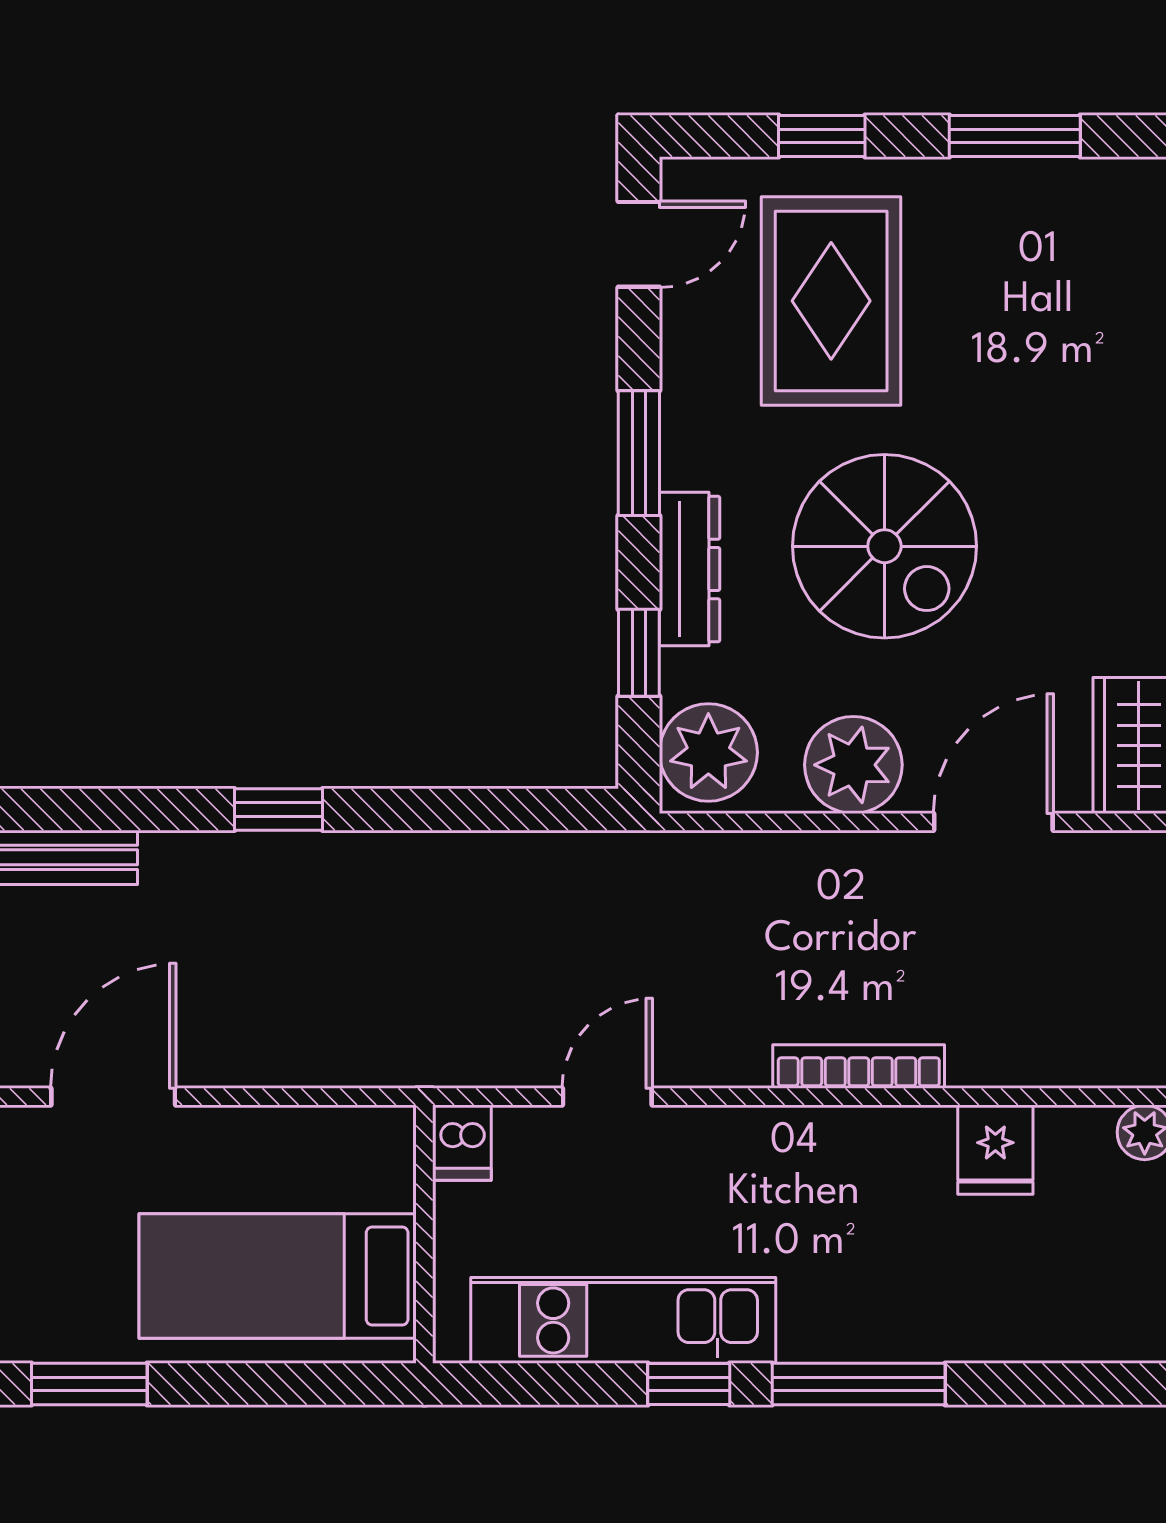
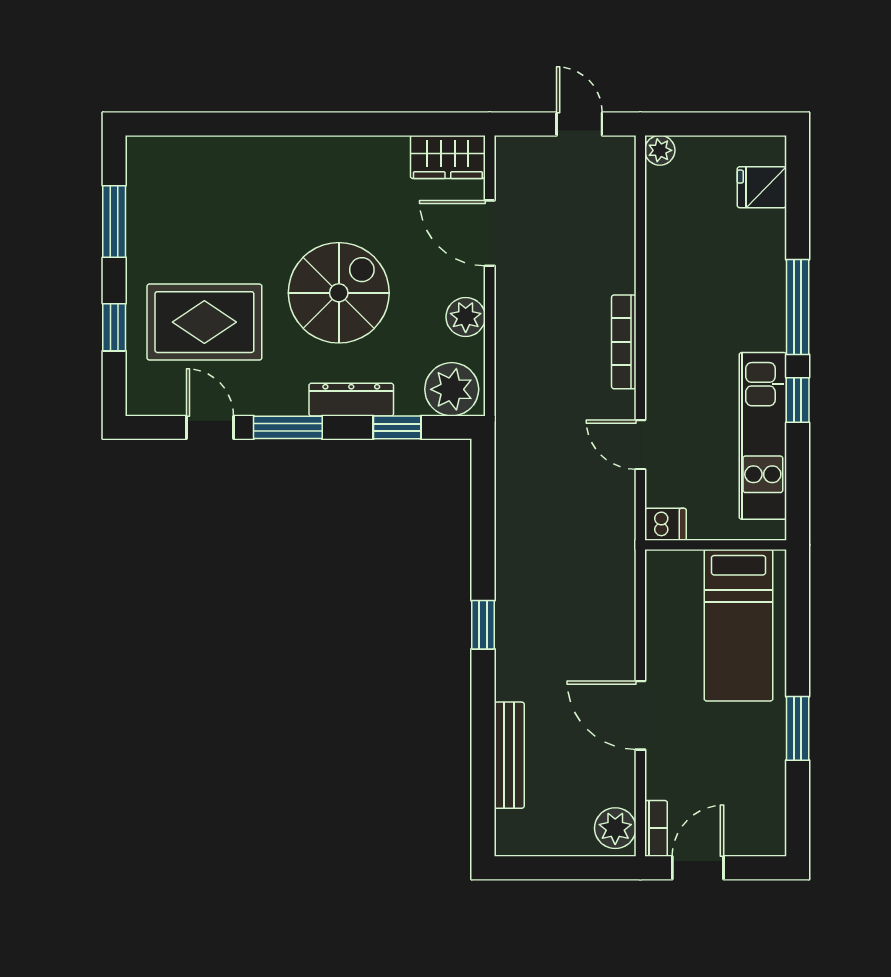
door: (639, 244) -> (210, 427), moved
plant: (853, 765) -> (466, 317), width x0.73, depth x0.73
bookcase: (859, 1067) -> (624, 342), moved
fridge: (995, 1150) -> (762, 187), moved, turned 180

